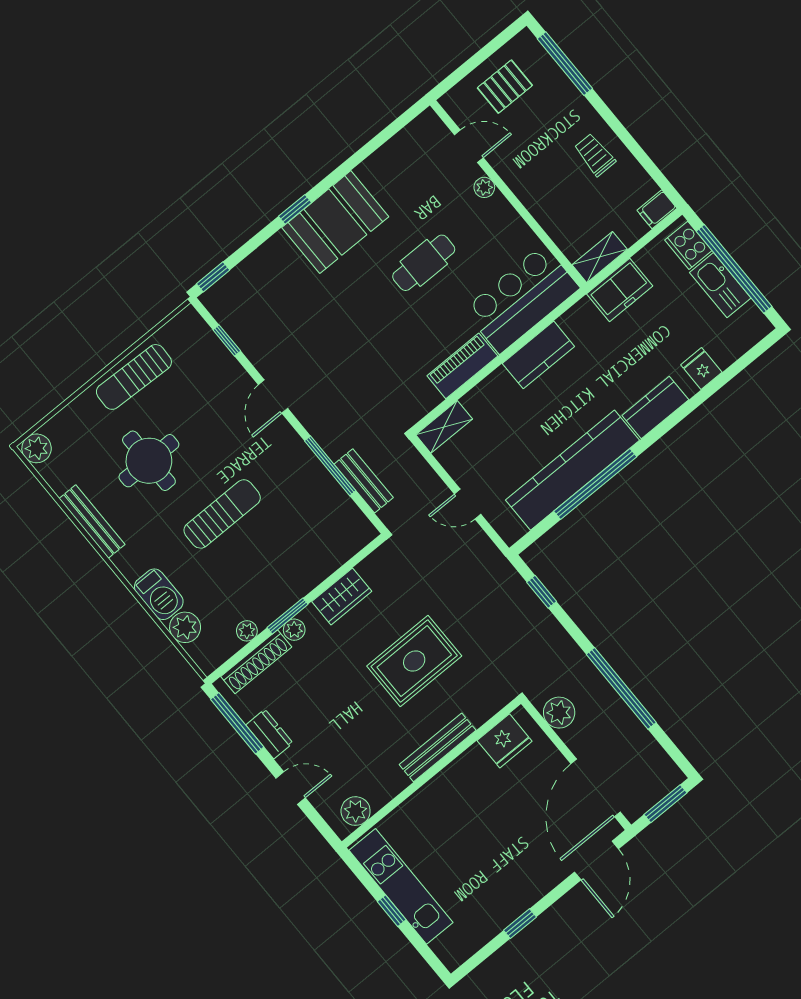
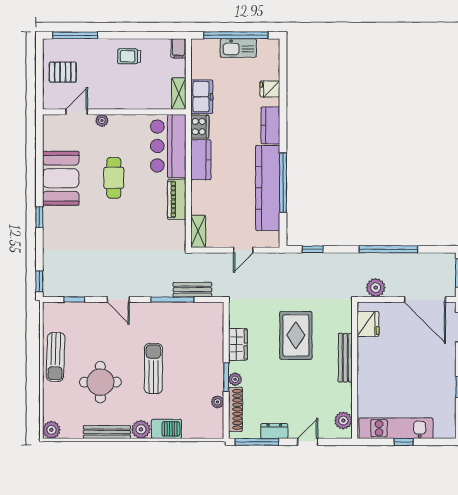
pallet: (505, 87) -> (63, 72), turned 90
booth: (335, 222) -> (61, 178), moved
cooker: (688, 245) -> (200, 127), moved, turned -90
plant: (185, 627) -> (141, 429), moved

